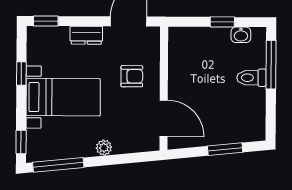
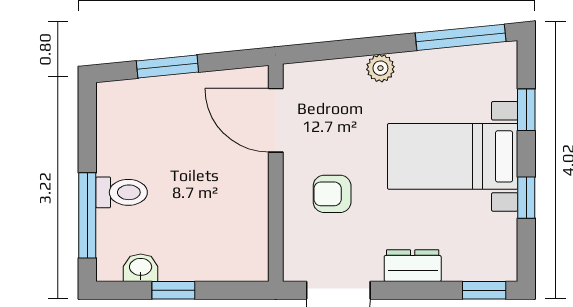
window: (21, 142) -> (526, 110), moved

